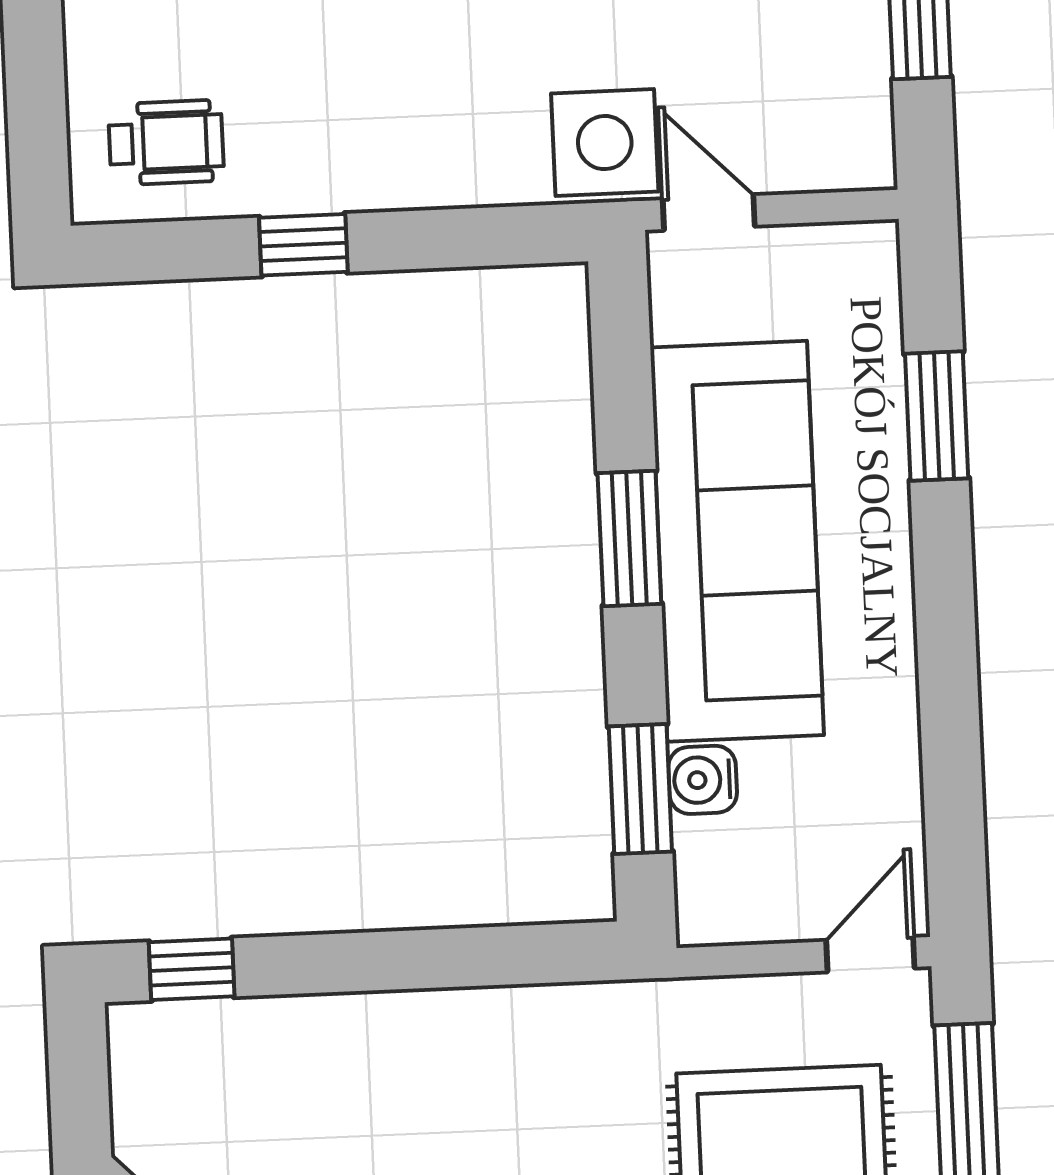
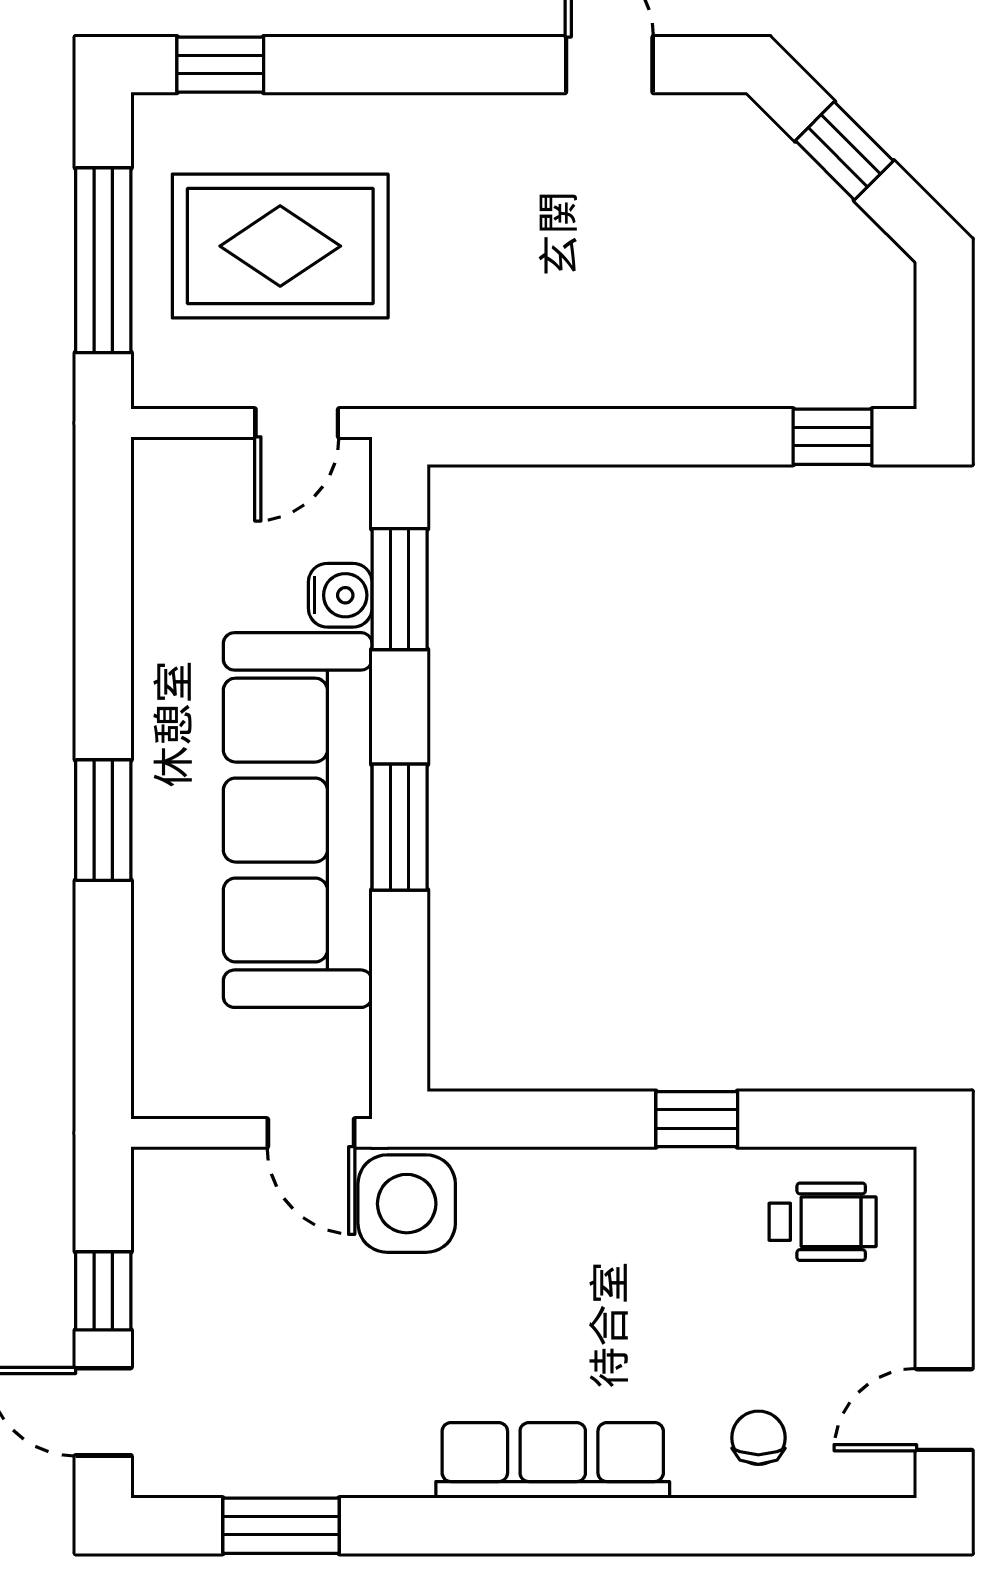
wheelchair: (166, 143) -> (823, 1222), turned 180
window: (937, 416) -> (103, 820), moved
door: (870, 954) -> (297, 423), moved

